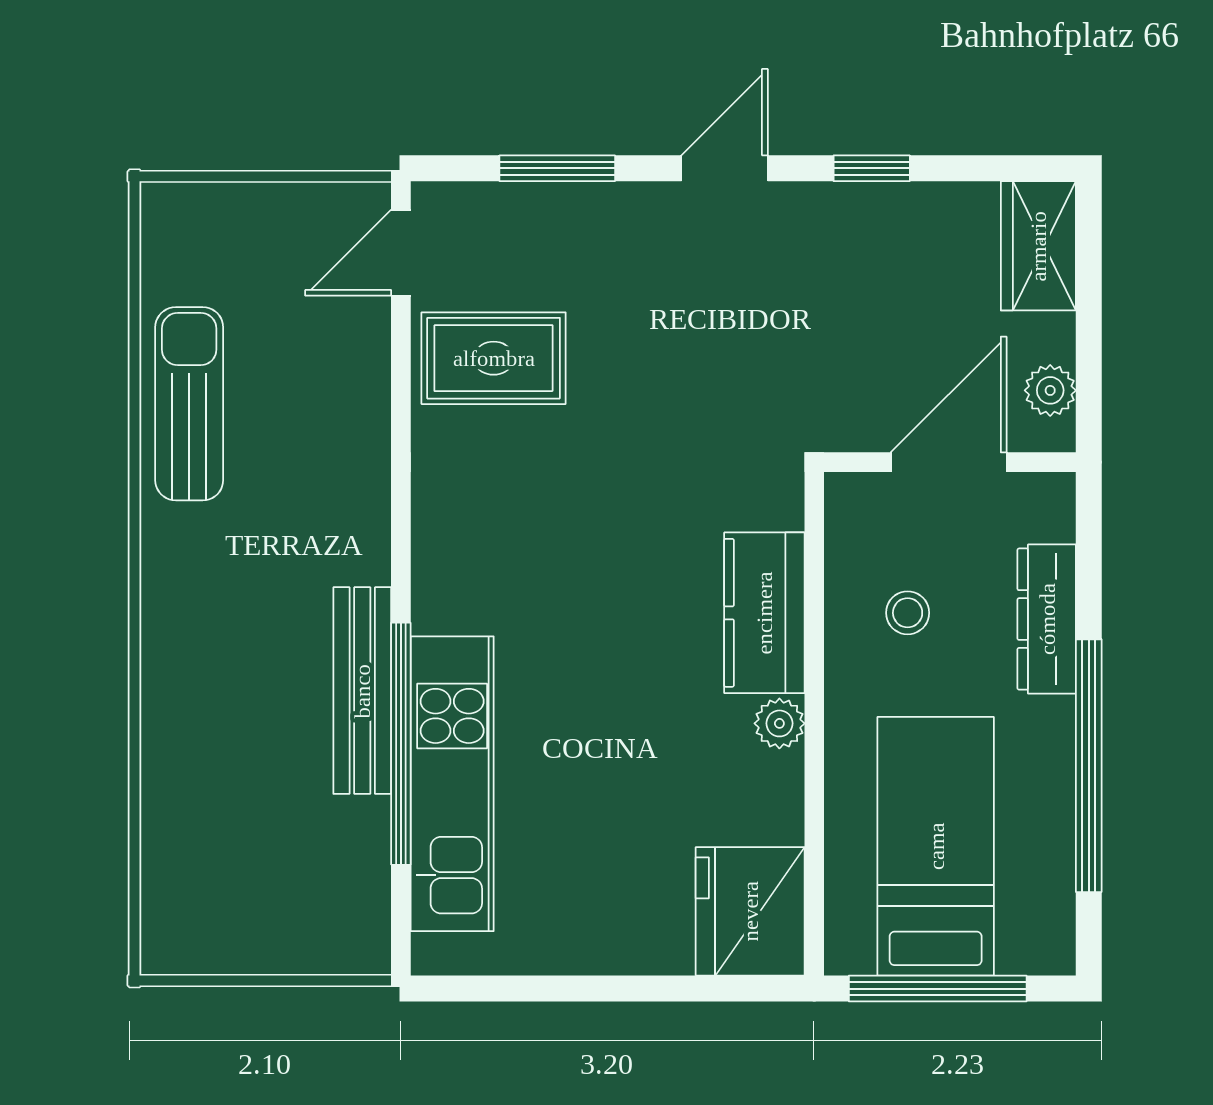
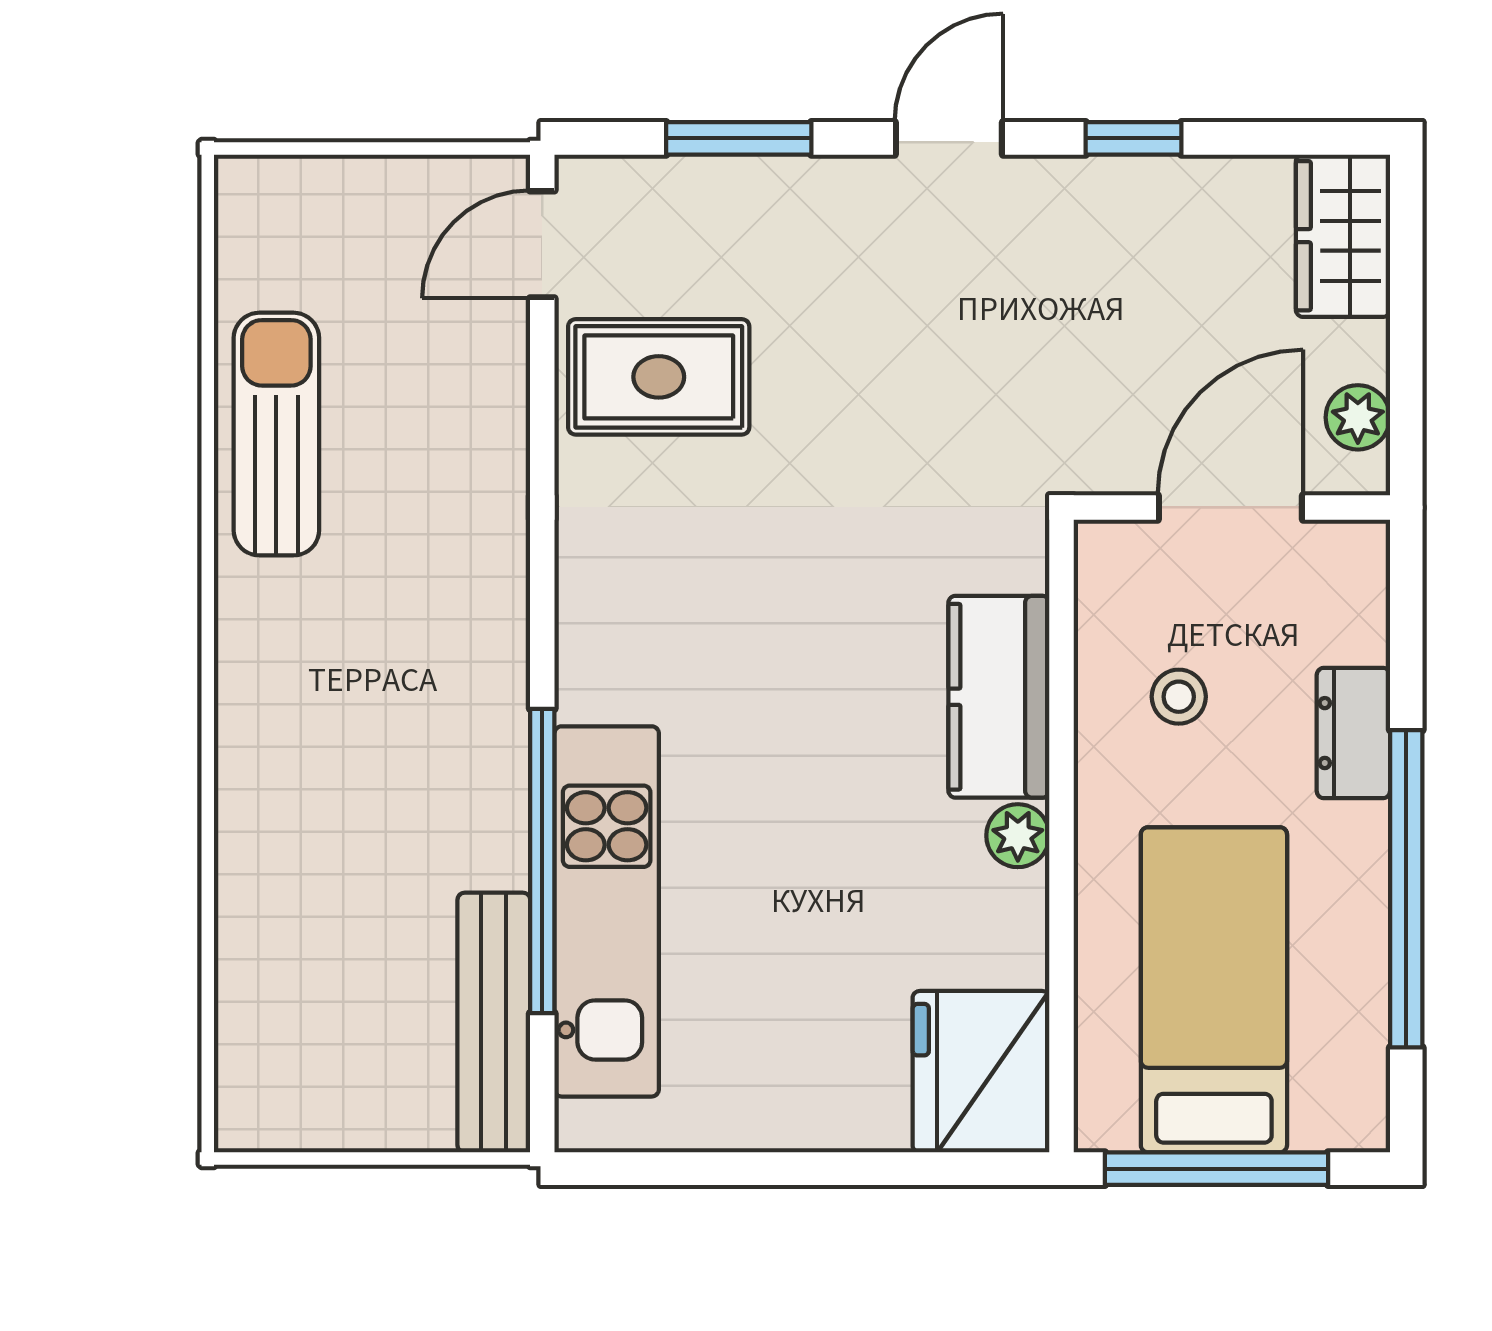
dresser: (1047, 619) -> (1353, 733), width x0.70
bench: (362, 691) -> (494, 1023), moved

